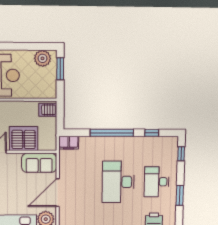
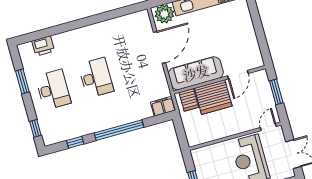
server rack: (48, 110) -> (189, 100), moved, turned 90
sofa: (39, 163) -> (196, 73), width x1.36
desk: (118, 182) -> (96, 78), width x0.73, depth x0.77

